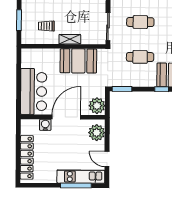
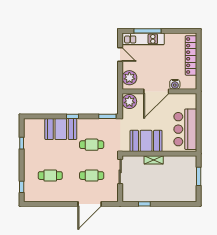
trolley: (46, 26) -> (174, 171), removed
bar counter: (34, 91) -> (185, 129), moved

